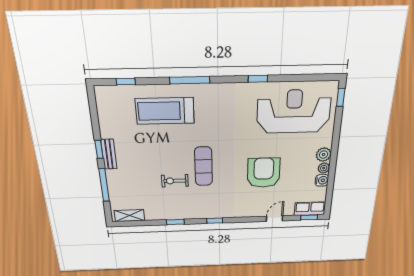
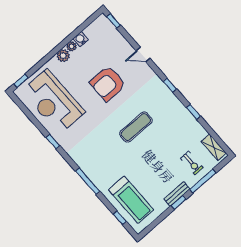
treadmill: (165, 111) -> (131, 200), moved
exercise bike: (175, 181) -> (192, 163), moved
row of seats: (310, 209) -> (107, 27), removed
door: (275, 219) -> (143, 55), moved

